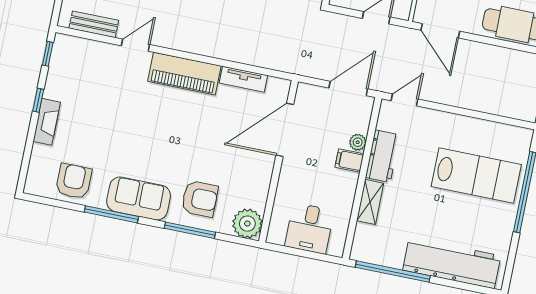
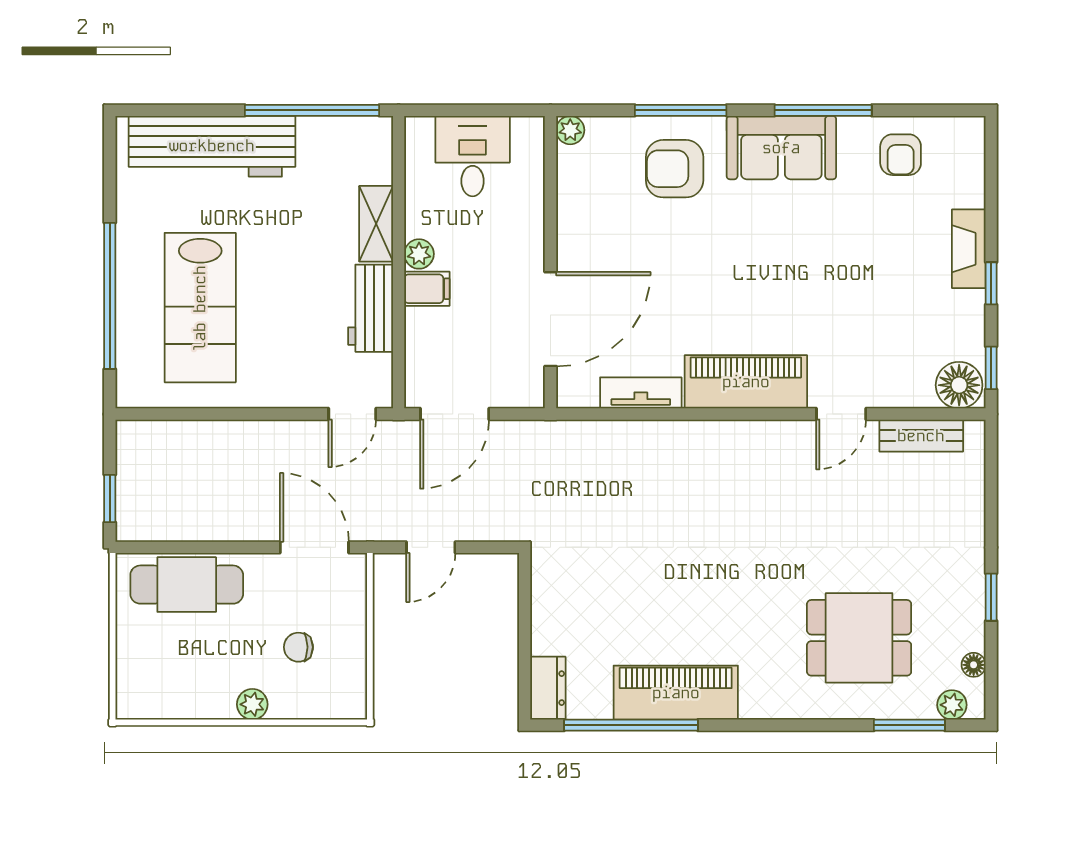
floor lamp: (67, 48) -> (959, 385), added
plant: (358, 142) -> (419, 254), moved
lab bench: (476, 175) -> (200, 308), turned -90
armchair: (74, 181) -> (901, 155), width x0.72, depth x0.72
plant: (247, 224) -> (570, 130), width x0.53, depth x0.53

